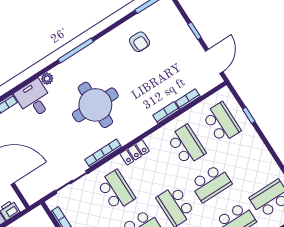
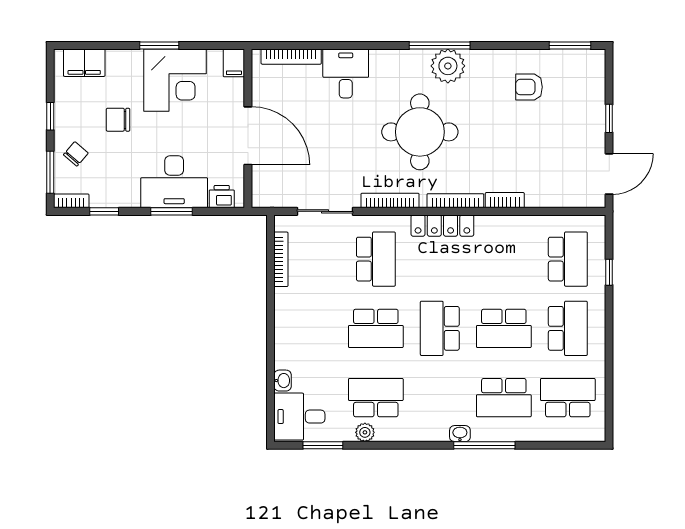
armchair: (140, 42) -> (529, 87), turned 90
plant: (47, 79) -> (448, 66), moved, width x1.88, depth x1.88
bookcase: (188, 99) -> (455, 201), moved, width x1.56
school desk: (186, 145) -> (568, 328), moved
locker: (135, 152) -> (442, 226), width x1.53

